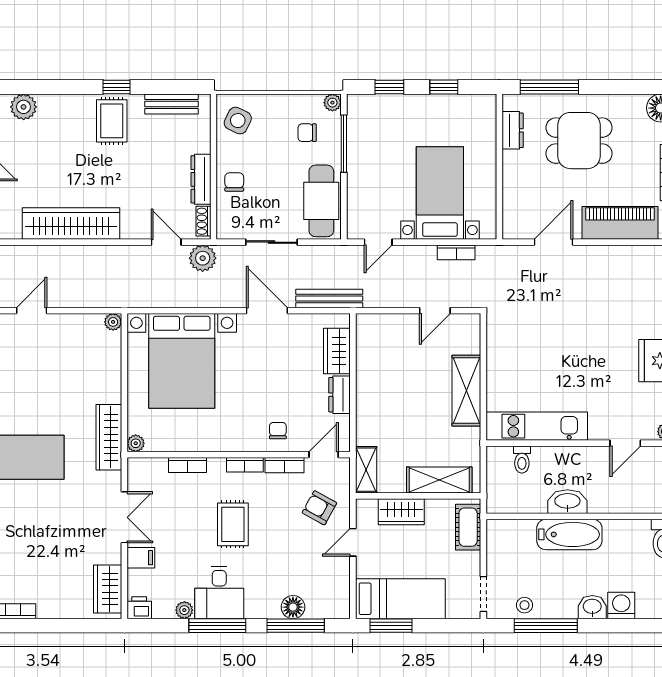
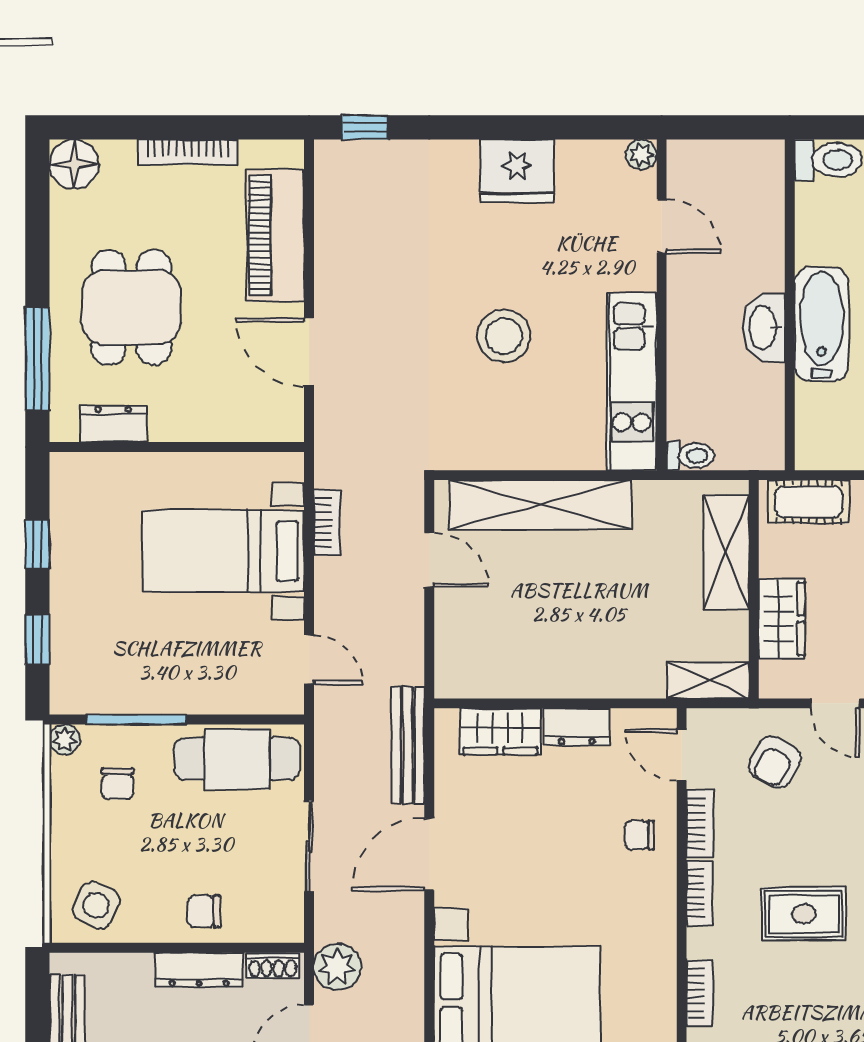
stool: (563, 353) -> (504, 336), added
shelving: (466, 391) -> (540, 505), width x1.47
toilet: (522, 460) -> (690, 456), moved

